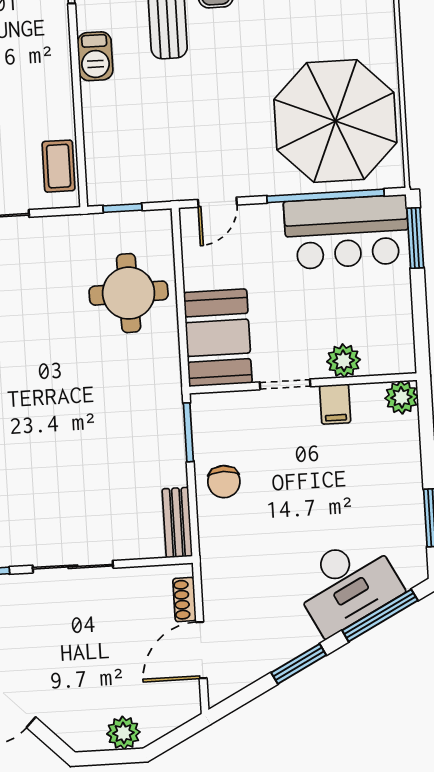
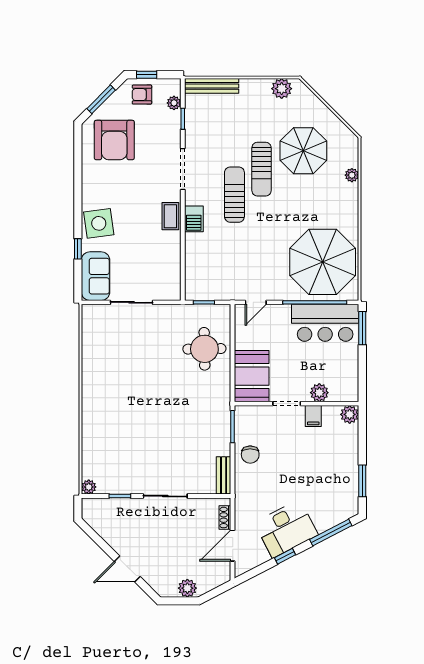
coffee table: (59, 166) -> (170, 216), moved
desk: (347, 584) -> (286, 529), moved
window: (299, 664) -> (285, 556), width x0.67

